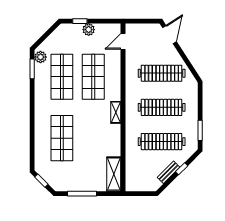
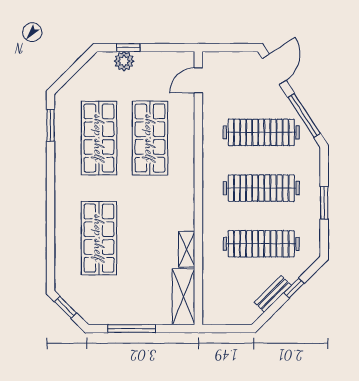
plant: (89, 30) -> (124, 61), moved
plant: (41, 57) -> (64, 106), removed
window: (188, 63) -> (304, 115), added
shelving: (116, 112) -> (187, 249), moved
window: (200, 130) -> (324, 203), moved

